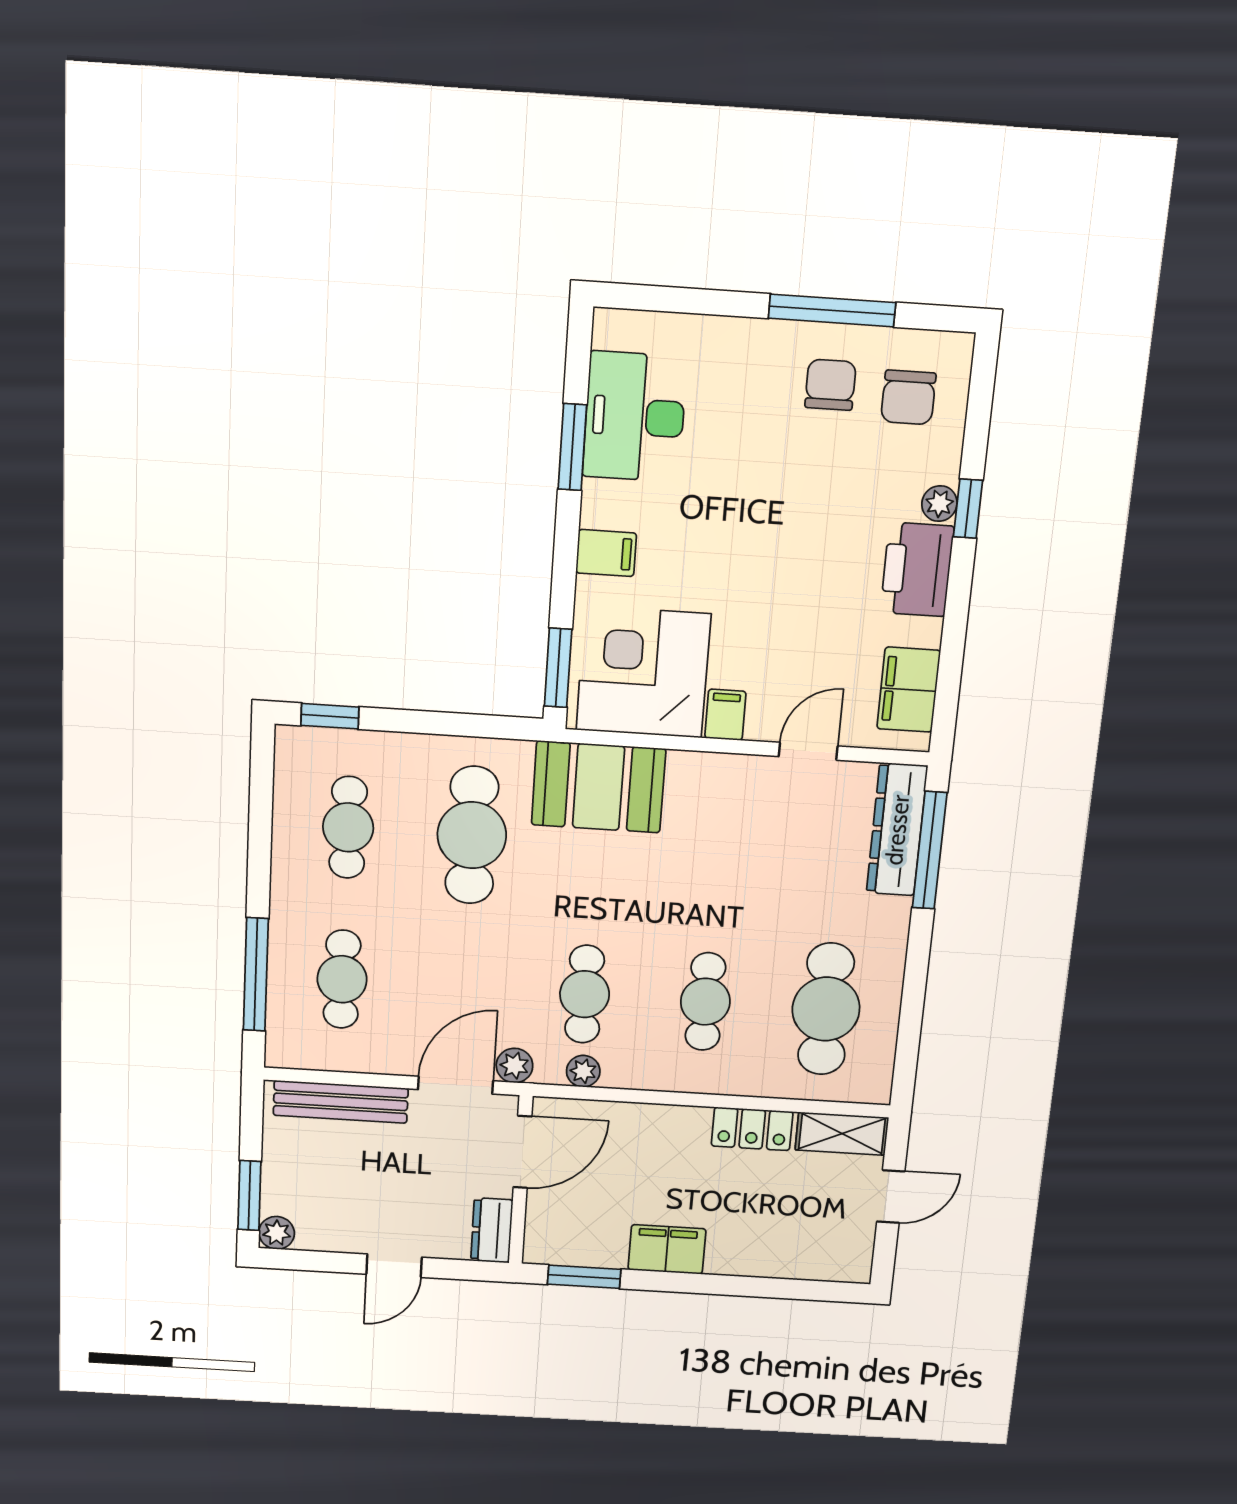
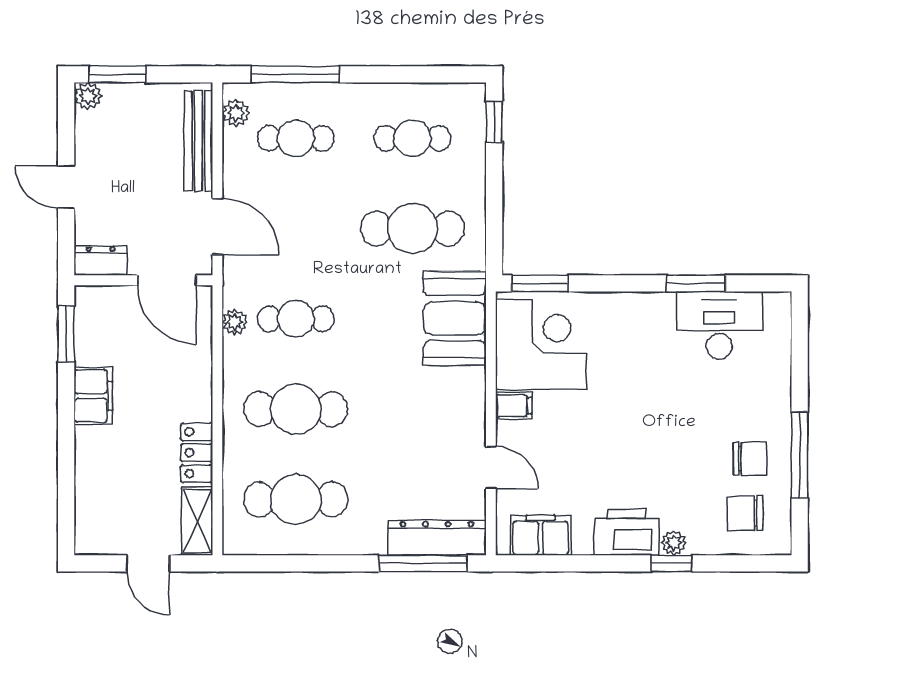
filing cabinet: (606, 553) -> (624, 312), removed
cafe table: (705, 1002) -> (296, 409), width x1.37, depth x1.35
plant: (514, 1066) -> (236, 113), moved

